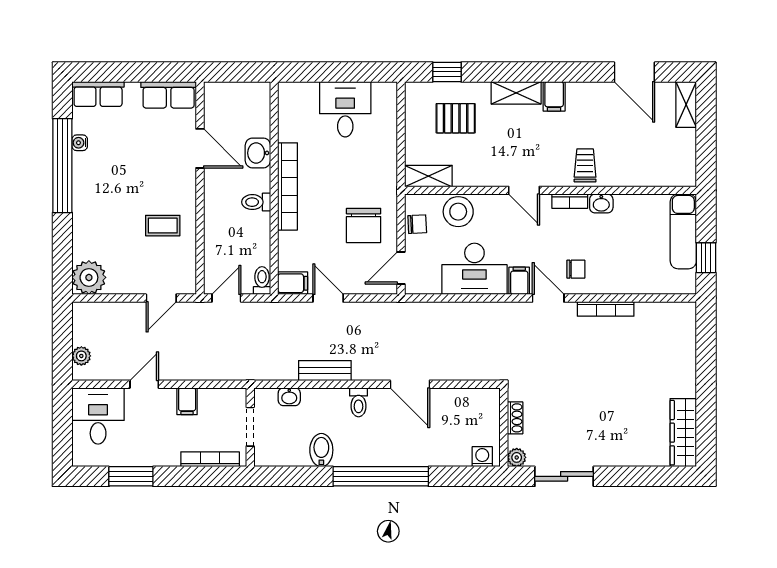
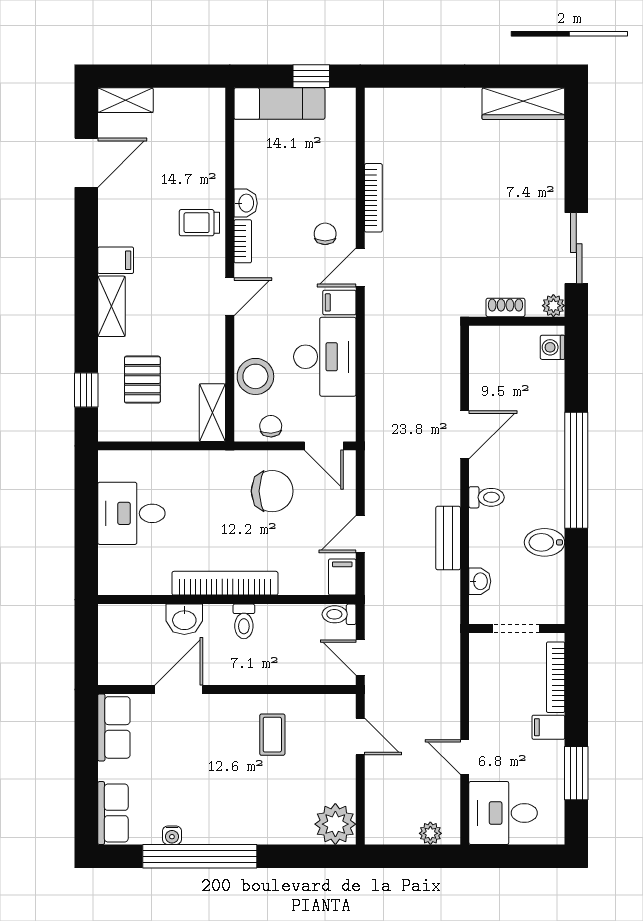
filing cabinet: (187, 401) -> (548, 727), moved, turned 180

